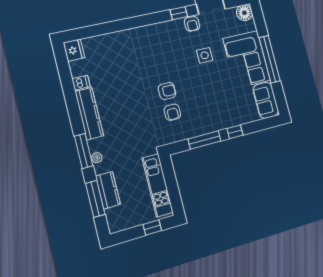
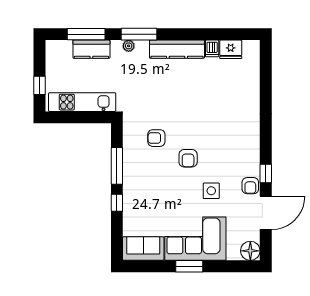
armchair: (192, 24) -> (250, 186), turned -90
fridge: (74, 50) -> (231, 49), moved
window: (270, 59) -> (189, 266), width x0.47
armchair: (167, 91) -> (188, 158), moved

